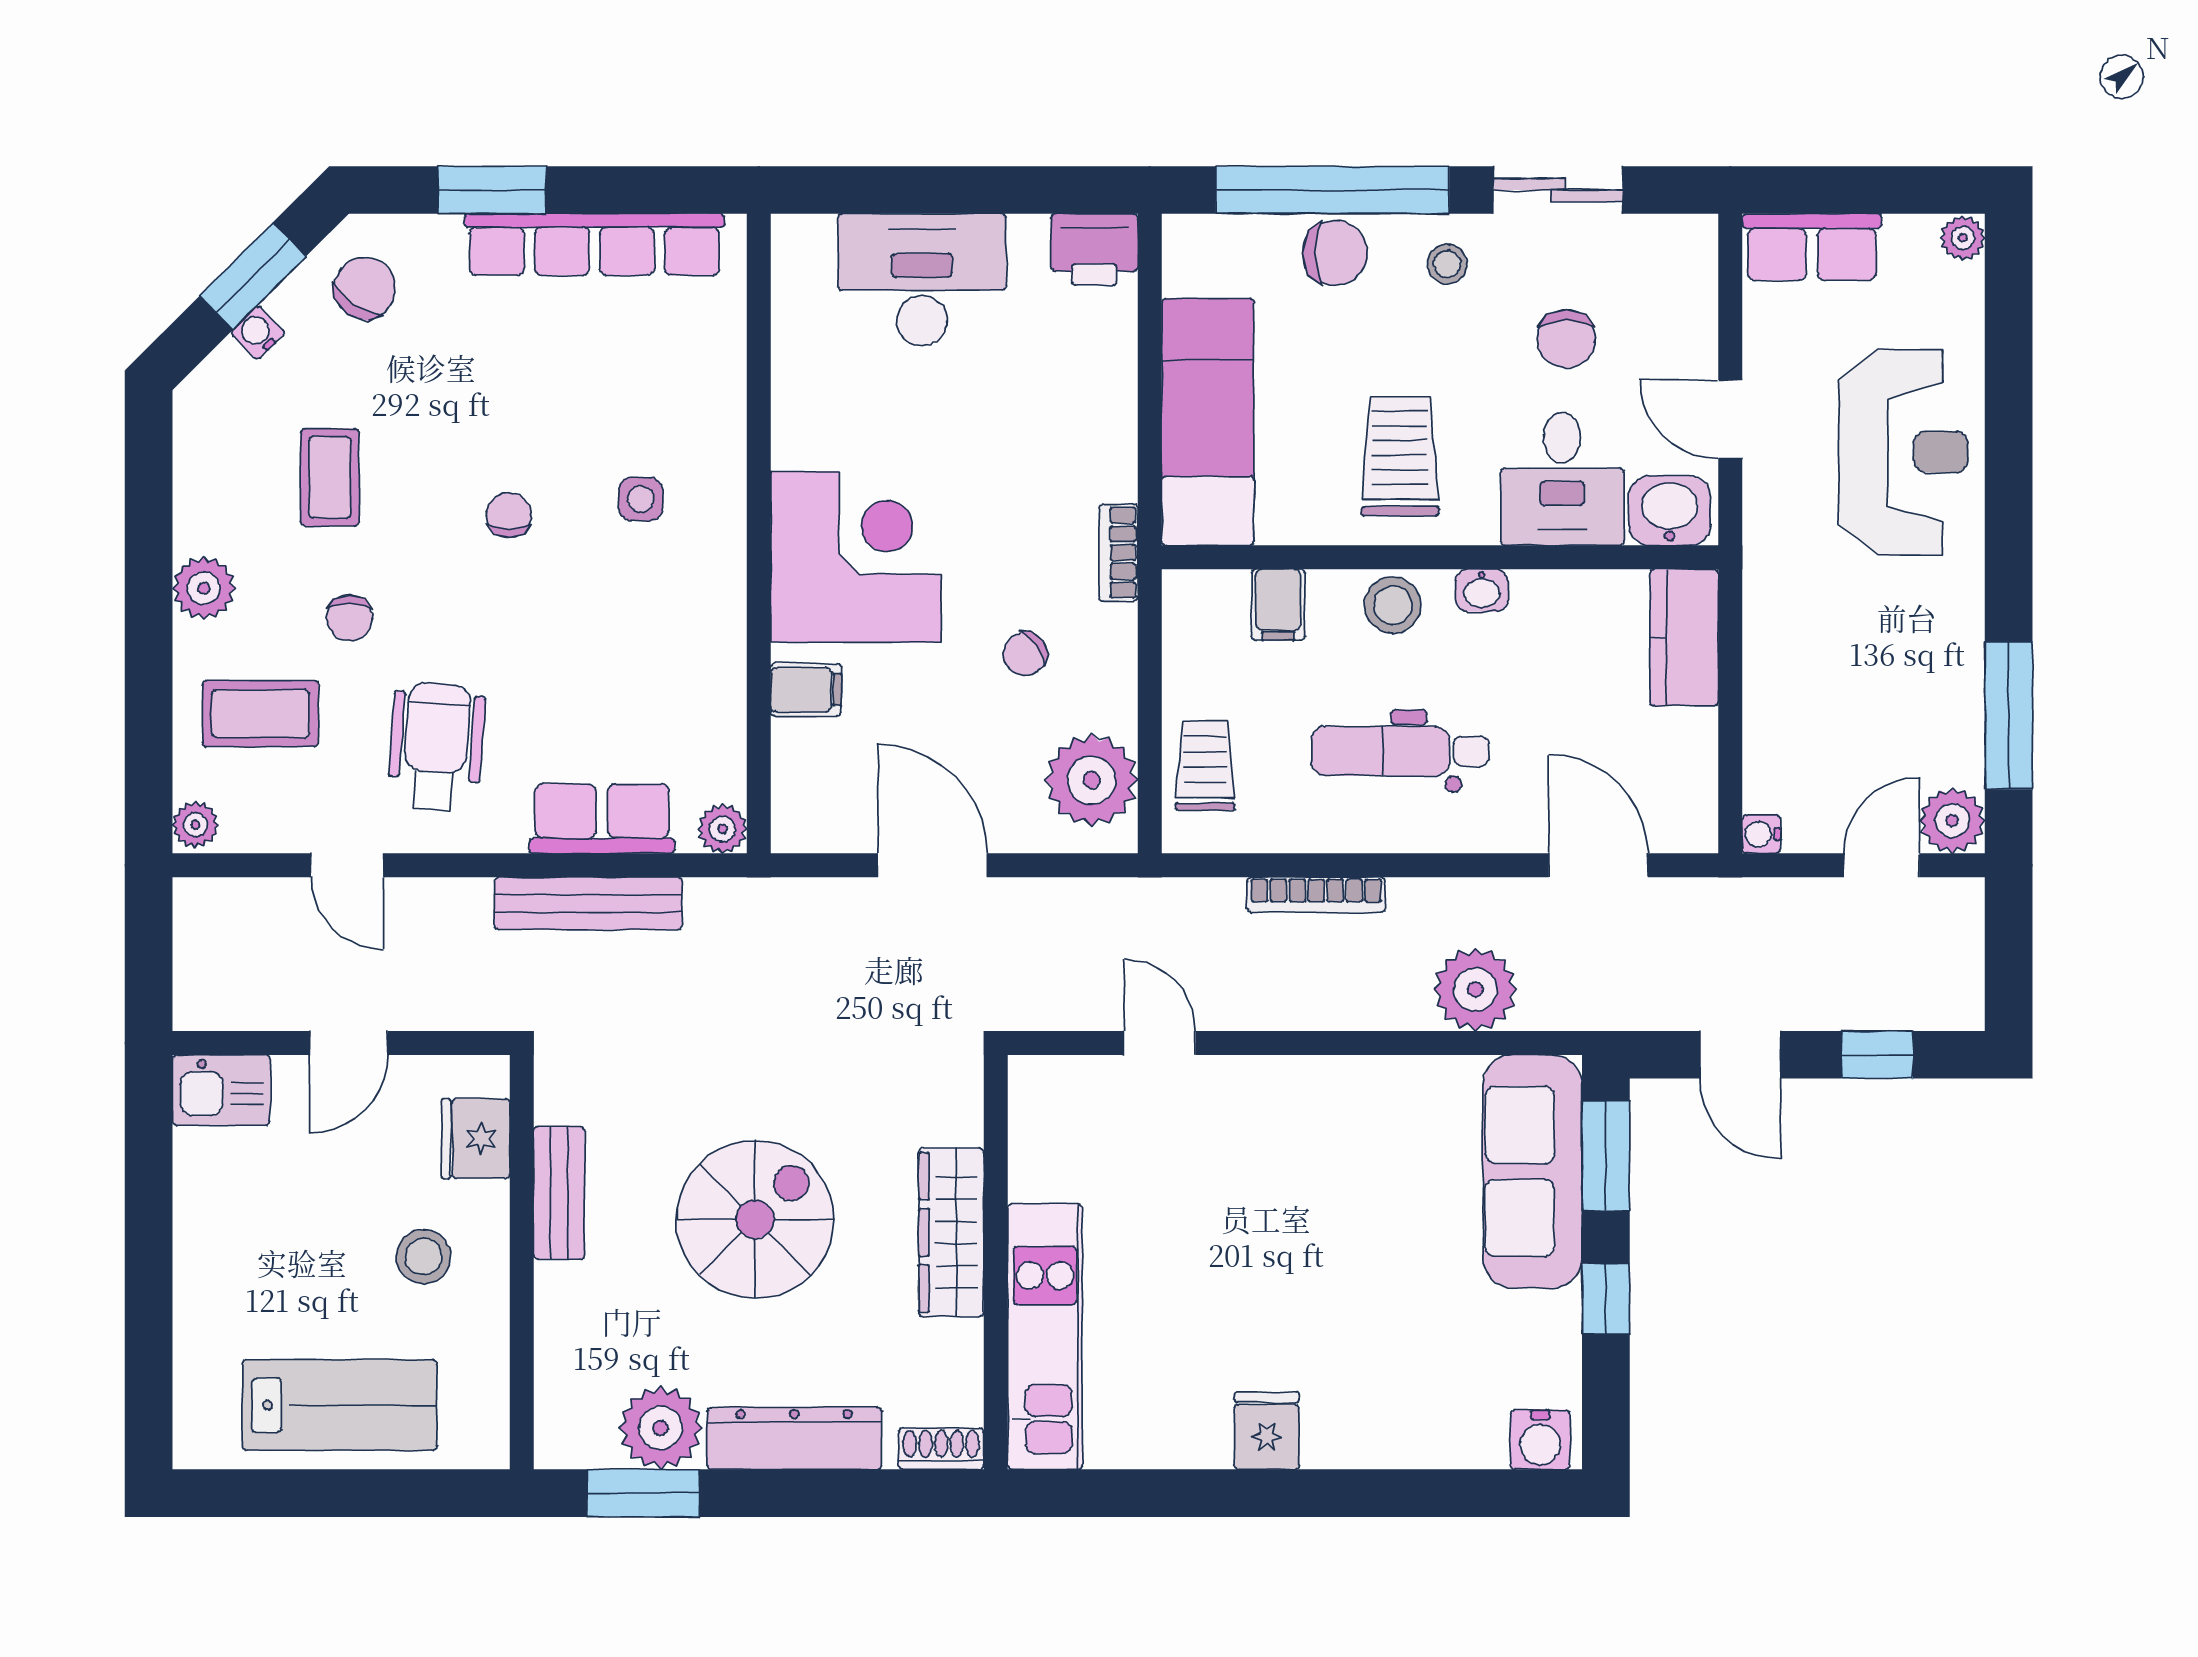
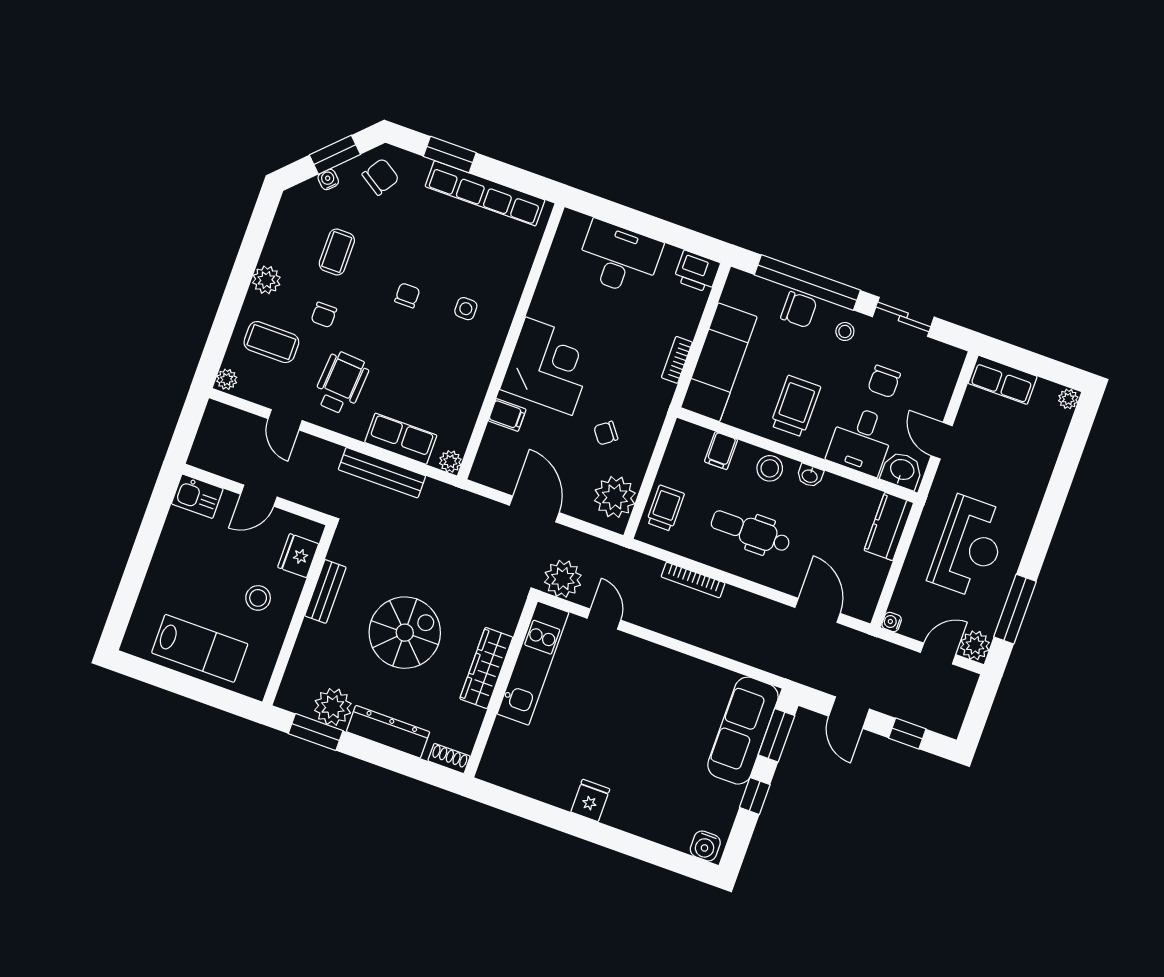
reception desk: (1903, 452) -> (969, 547), moved
bookcase: (1118, 553) -> (677, 360), moved
plant: (1475, 989) -> (563, 579), moved
kitchen unit: (1045, 1337) -> (533, 663), moved

